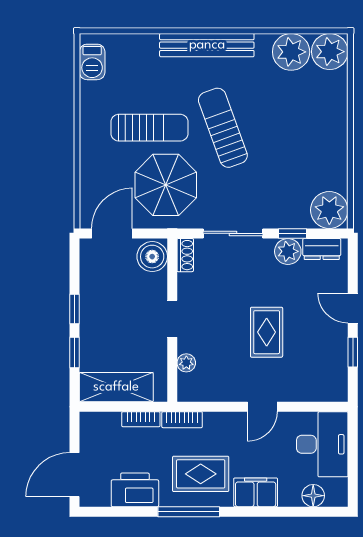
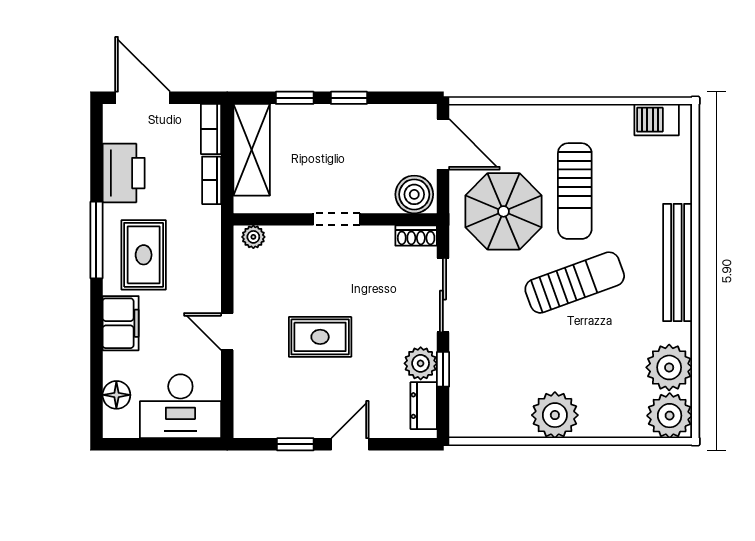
plant: (329, 210) -> (555, 415), moved
plant: (186, 363) -> (253, 237), moved
bookcase: (182, 420) -> (211, 129), moved

